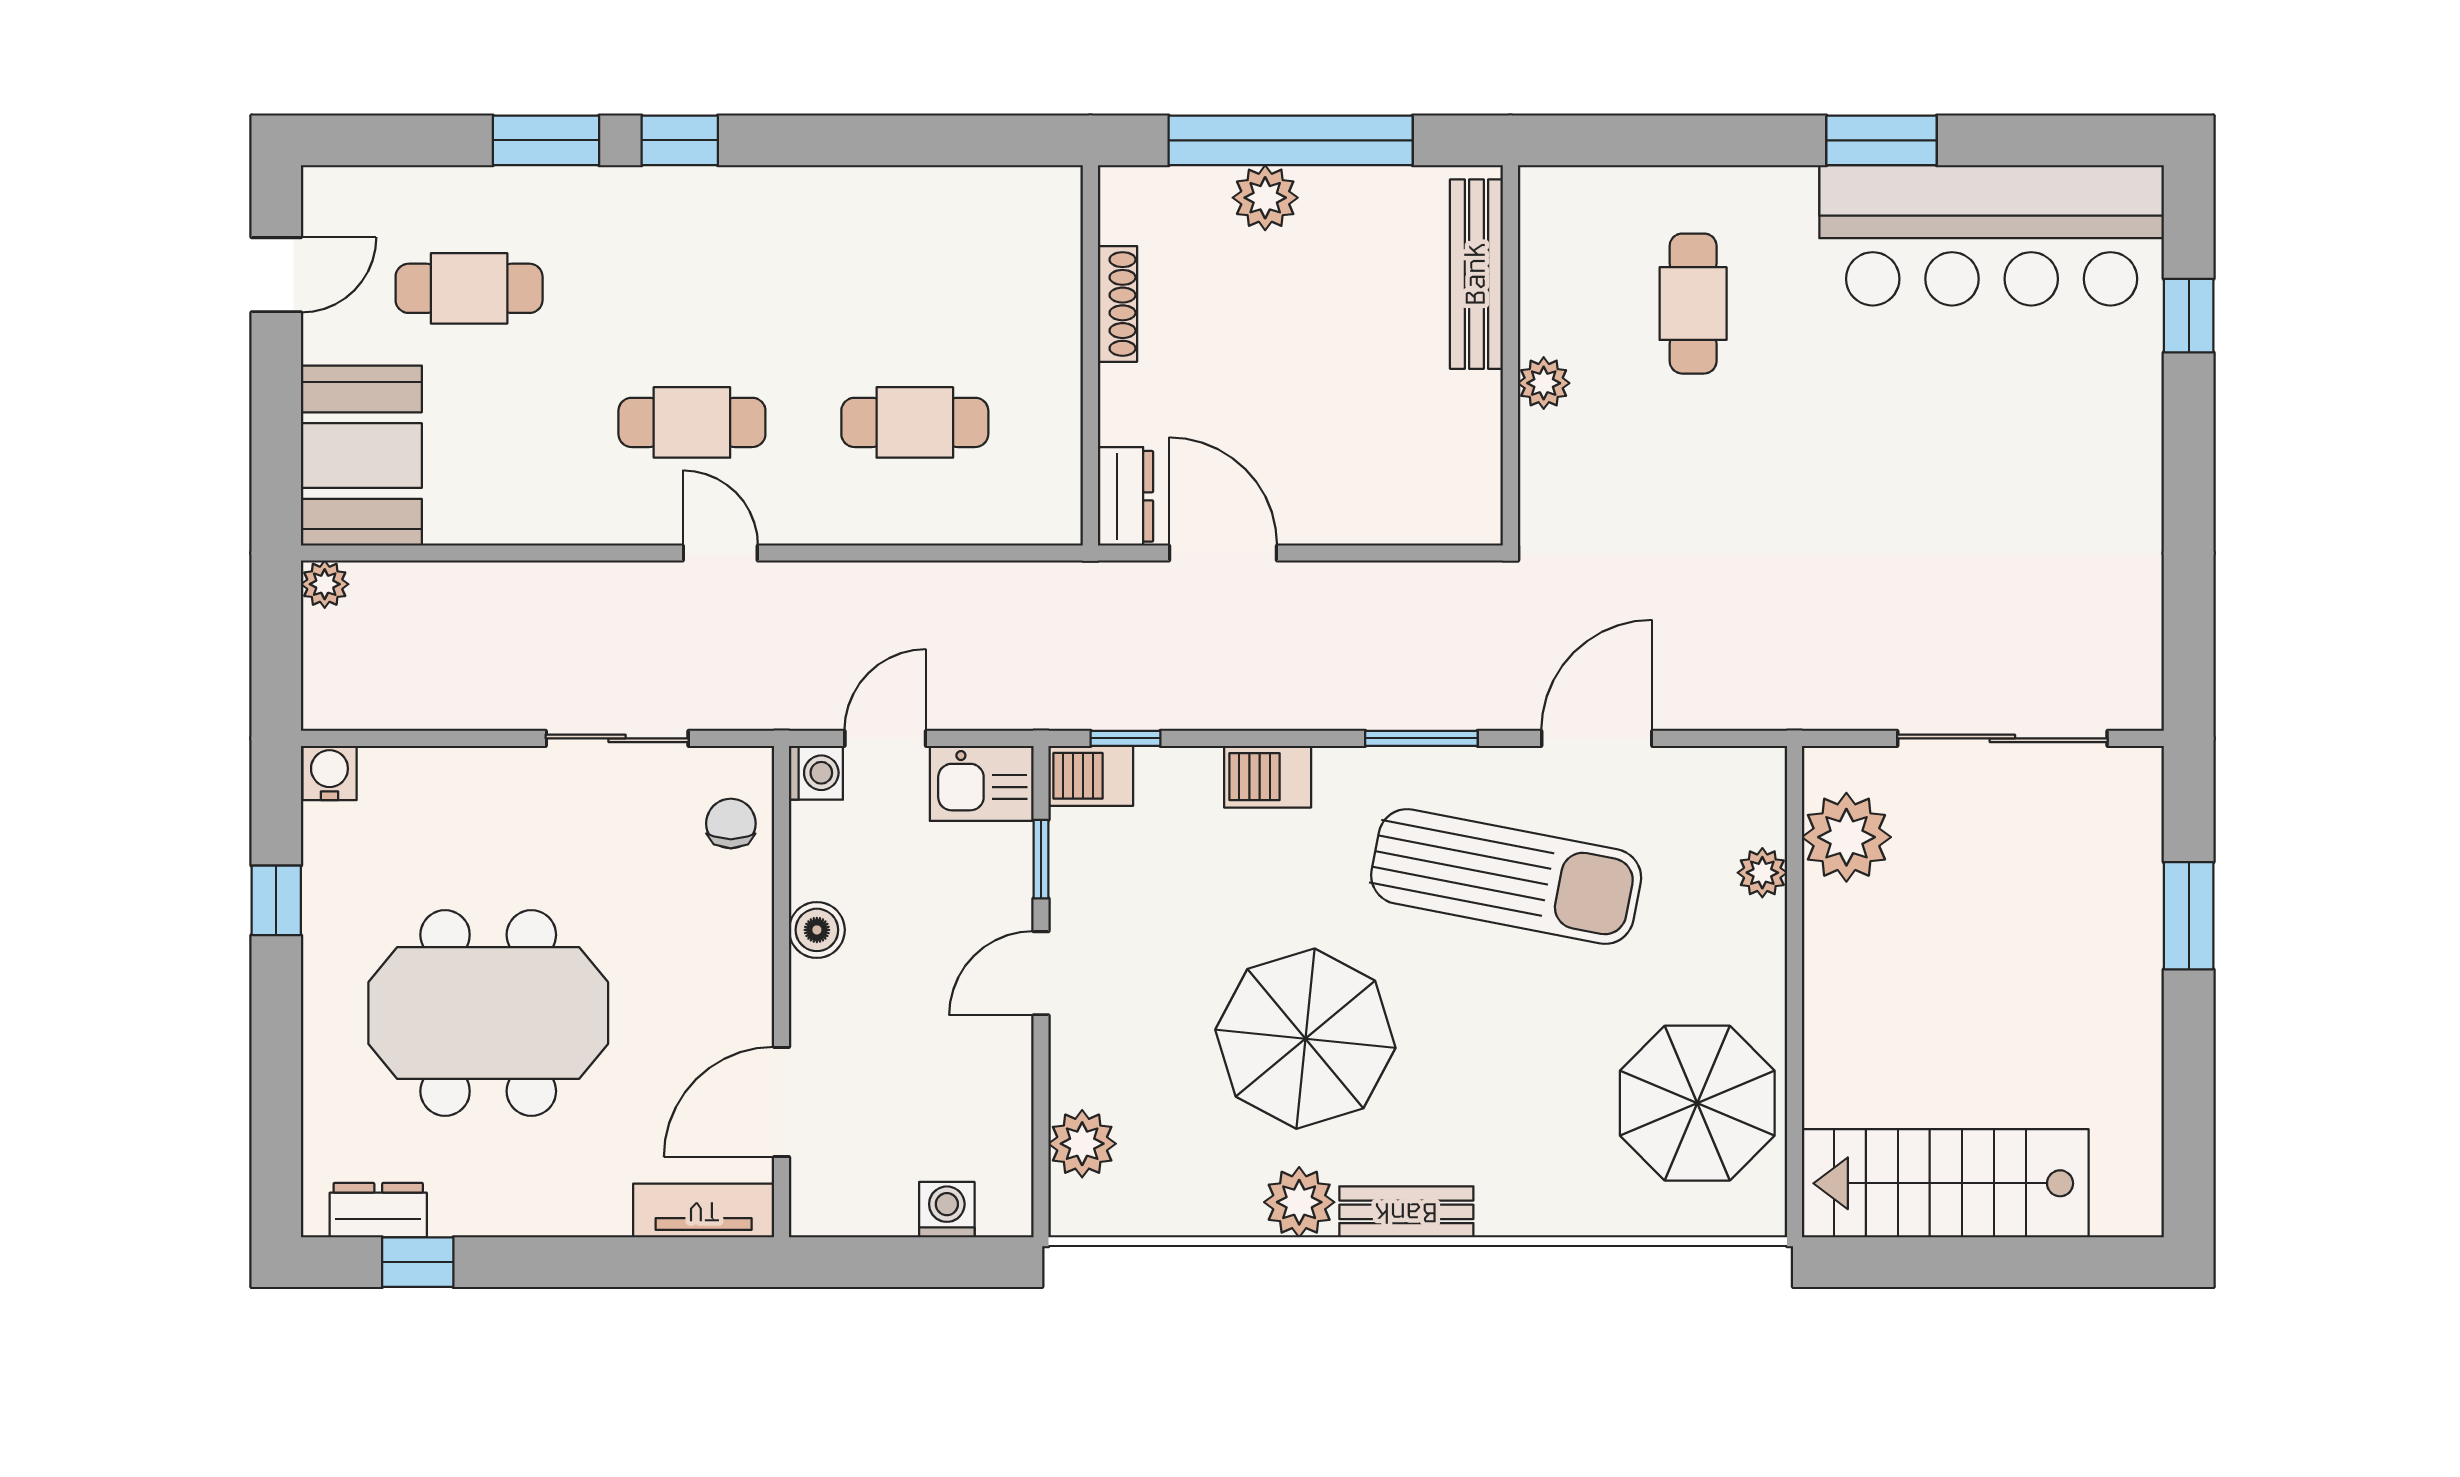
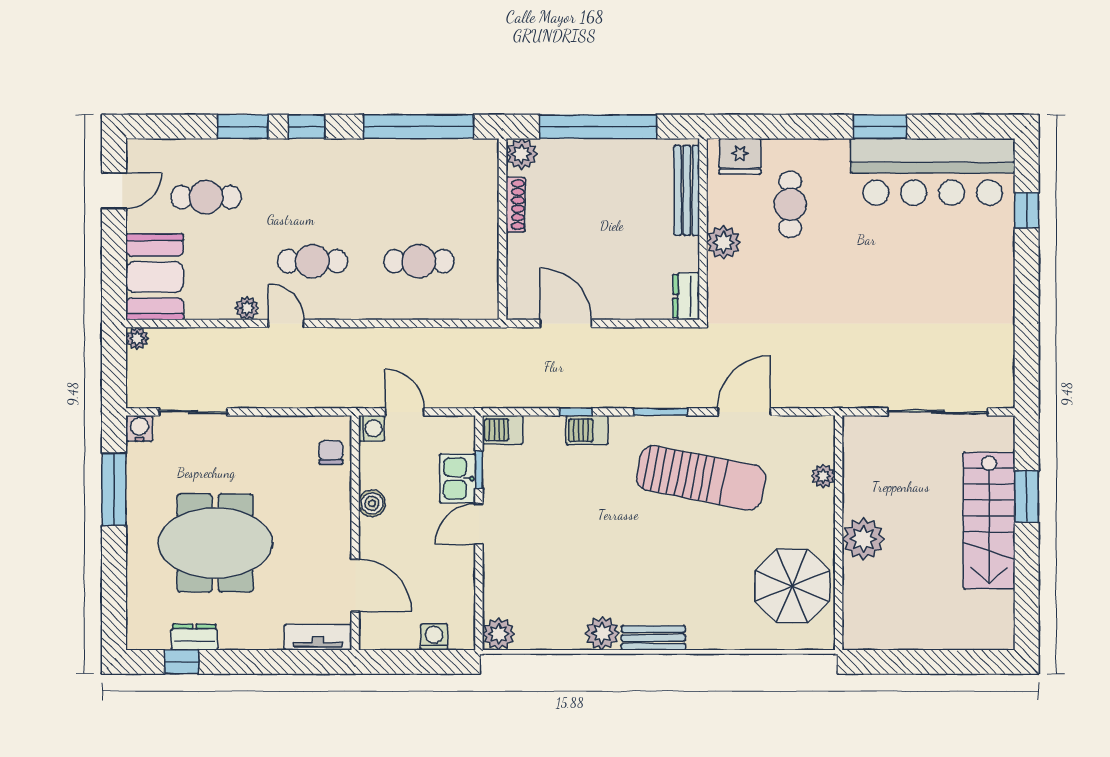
window: (914, 140) -> (419, 127), added
plant: (1265, 198) -> (522, 154), moved
fridge: (1588, 203) -> (740, 156), added
plant: (1544, 383) -> (724, 242), width x1.38, depth x1.38
dresser: (1125, 496) -> (686, 296), moved, turned 180
plant: (555, 521) -> (247, 308), added
door: (720, 553) -> (286, 323), moved
sliding door: (617, 738) -> (193, 412), moved
door: (885, 738) -> (405, 412), hinge flipped
window: (1126, 738) -> (576, 412), moved
kitchen sink: (982, 783) -> (457, 478), moved, turned 90
plant: (1846, 837) -> (863, 539), moved
window: (276, 900) -> (114, 489), width x2.17
parasol: (1305, 1039) -> (605, 555), removed
door: (782, 1102) -> (355, 585), swing flipped
plant: (1082, 1144) -> (499, 634), moved
stairs: (1945, 1183) -> (989, 521), moved, turned -90
dresser: (378, 1210) -> (194, 637), moved

